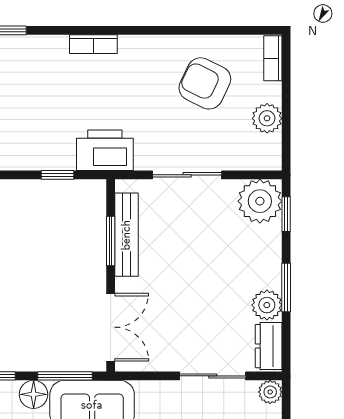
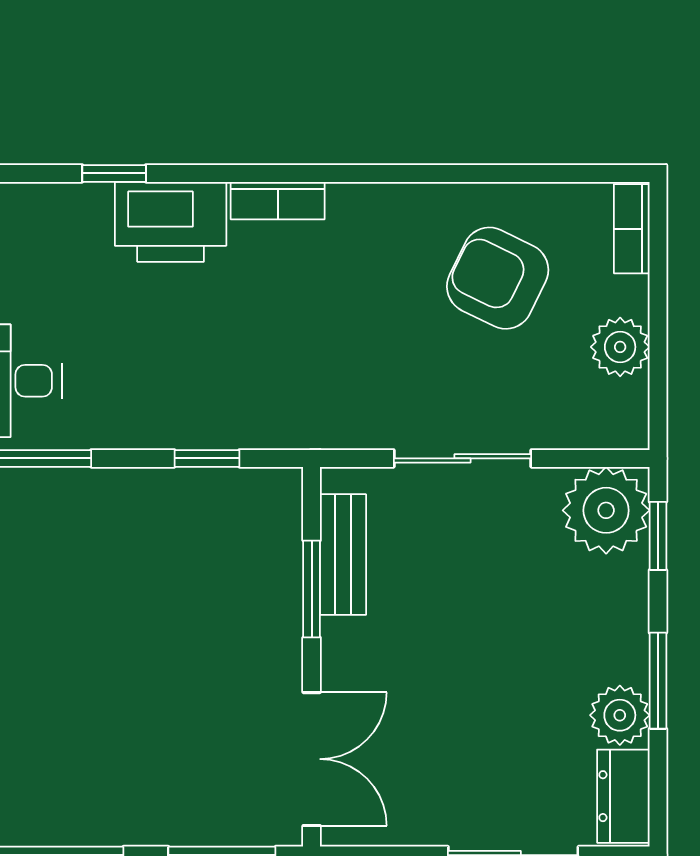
printer: (105, 150) -> (171, 222), moved, turned 180
bench: (126, 235) -> (343, 555), width x0.73

